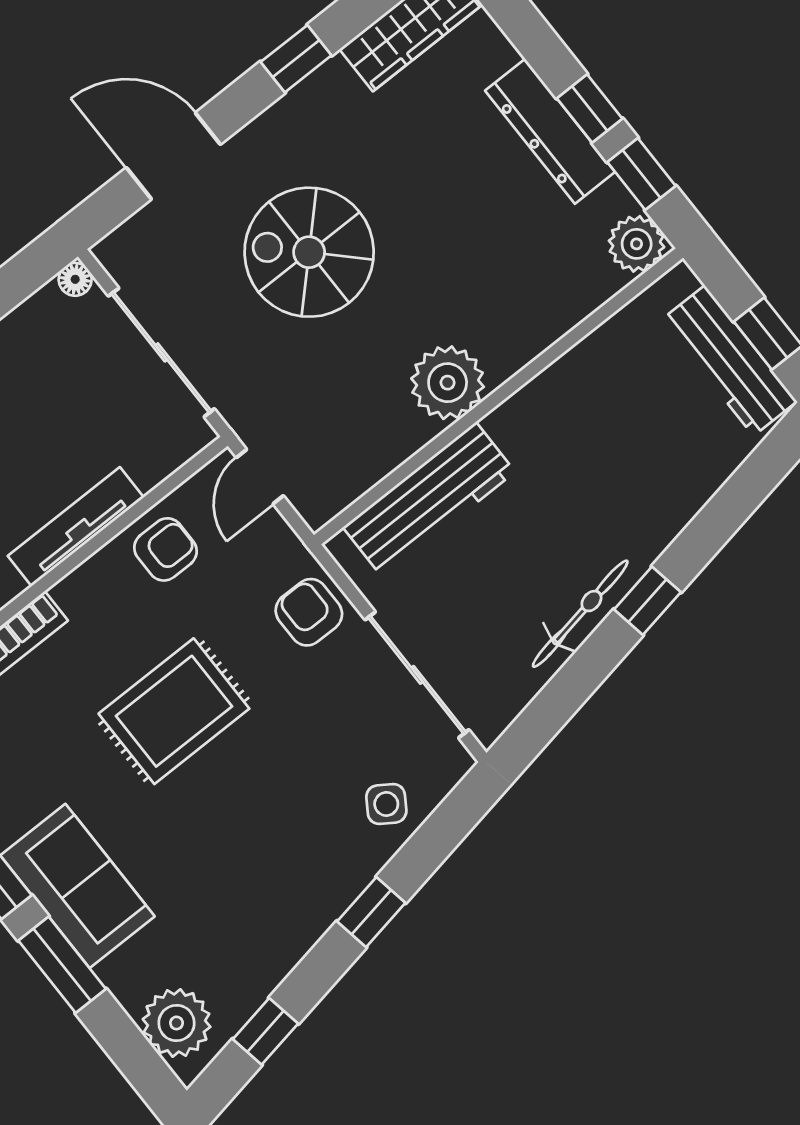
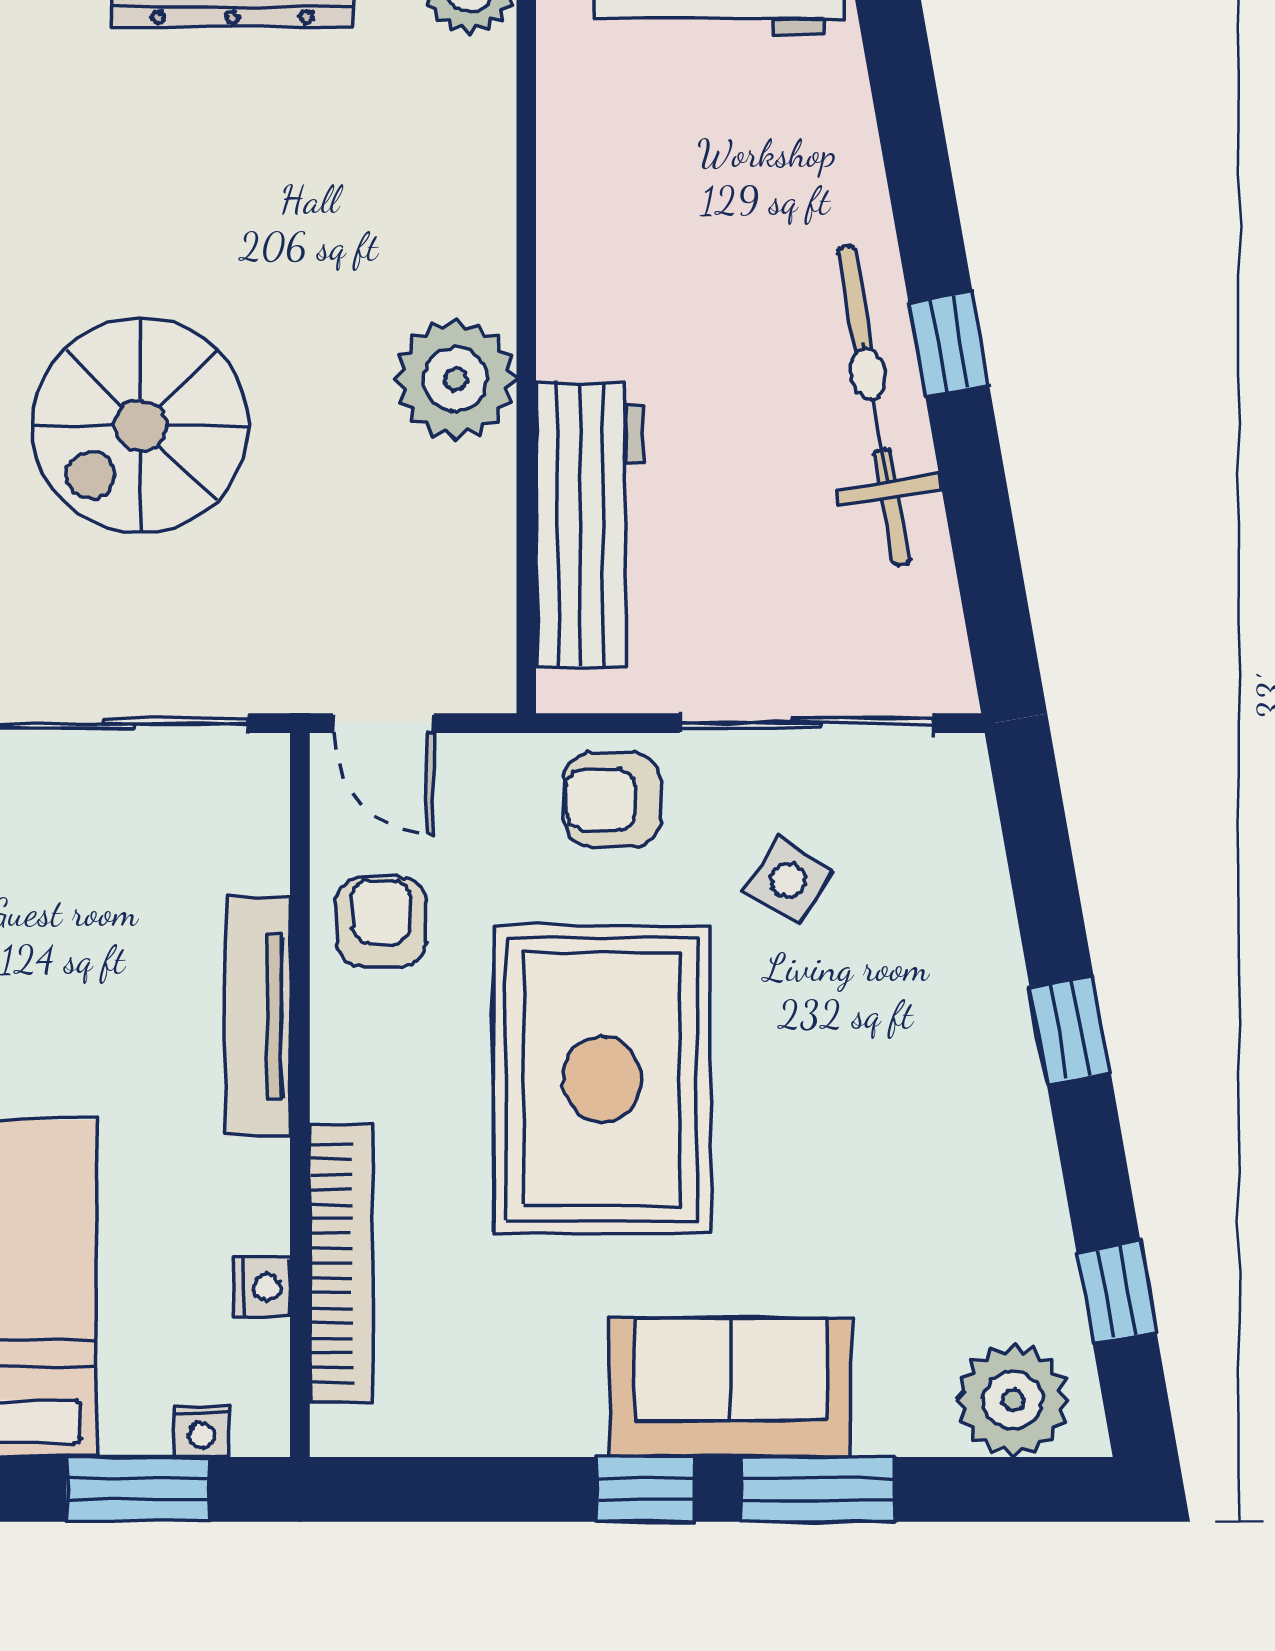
bicycle: (580, 614) -> (874, 406), width x1.37, depth x1.40
rug: (174, 711) -> (602, 1079), width x1.37, depth x1.44
side table: (386, 804) -> (788, 881), moved

